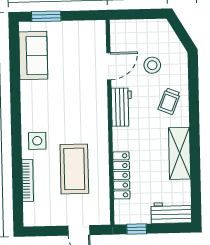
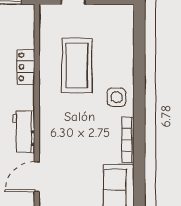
locker: (121, 175) -> (26, 67), width x0.66
bookcase: (28, 180) -> (128, 140), moved

